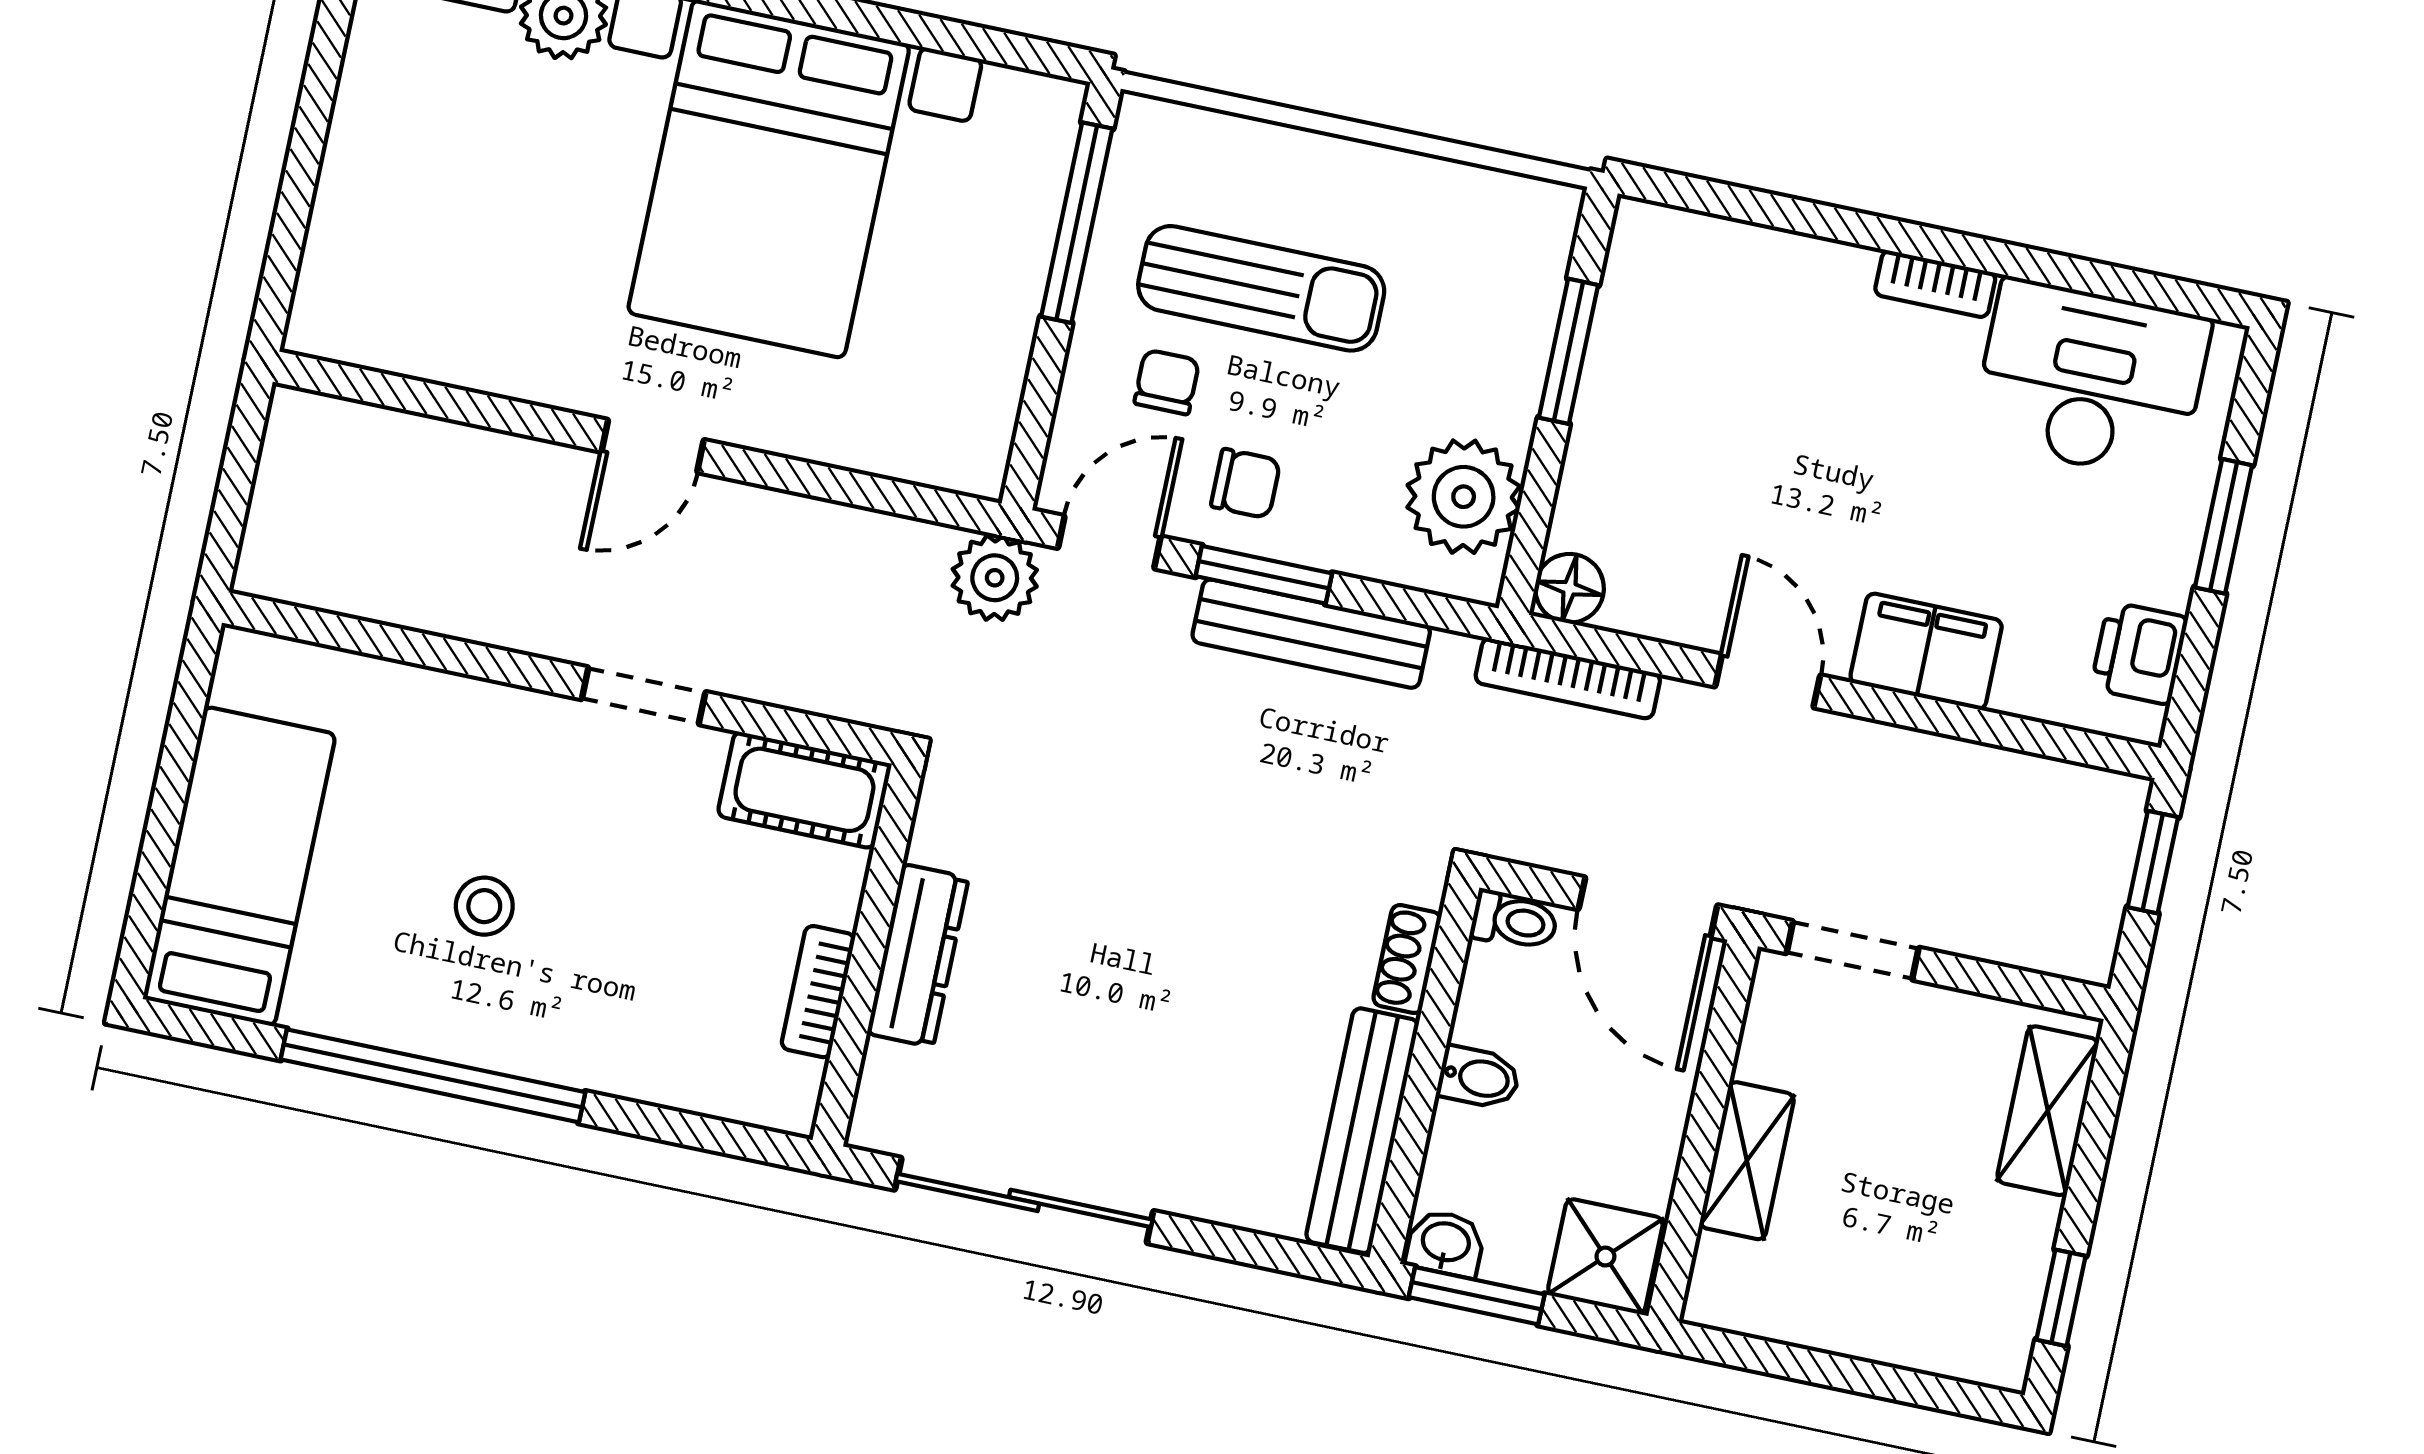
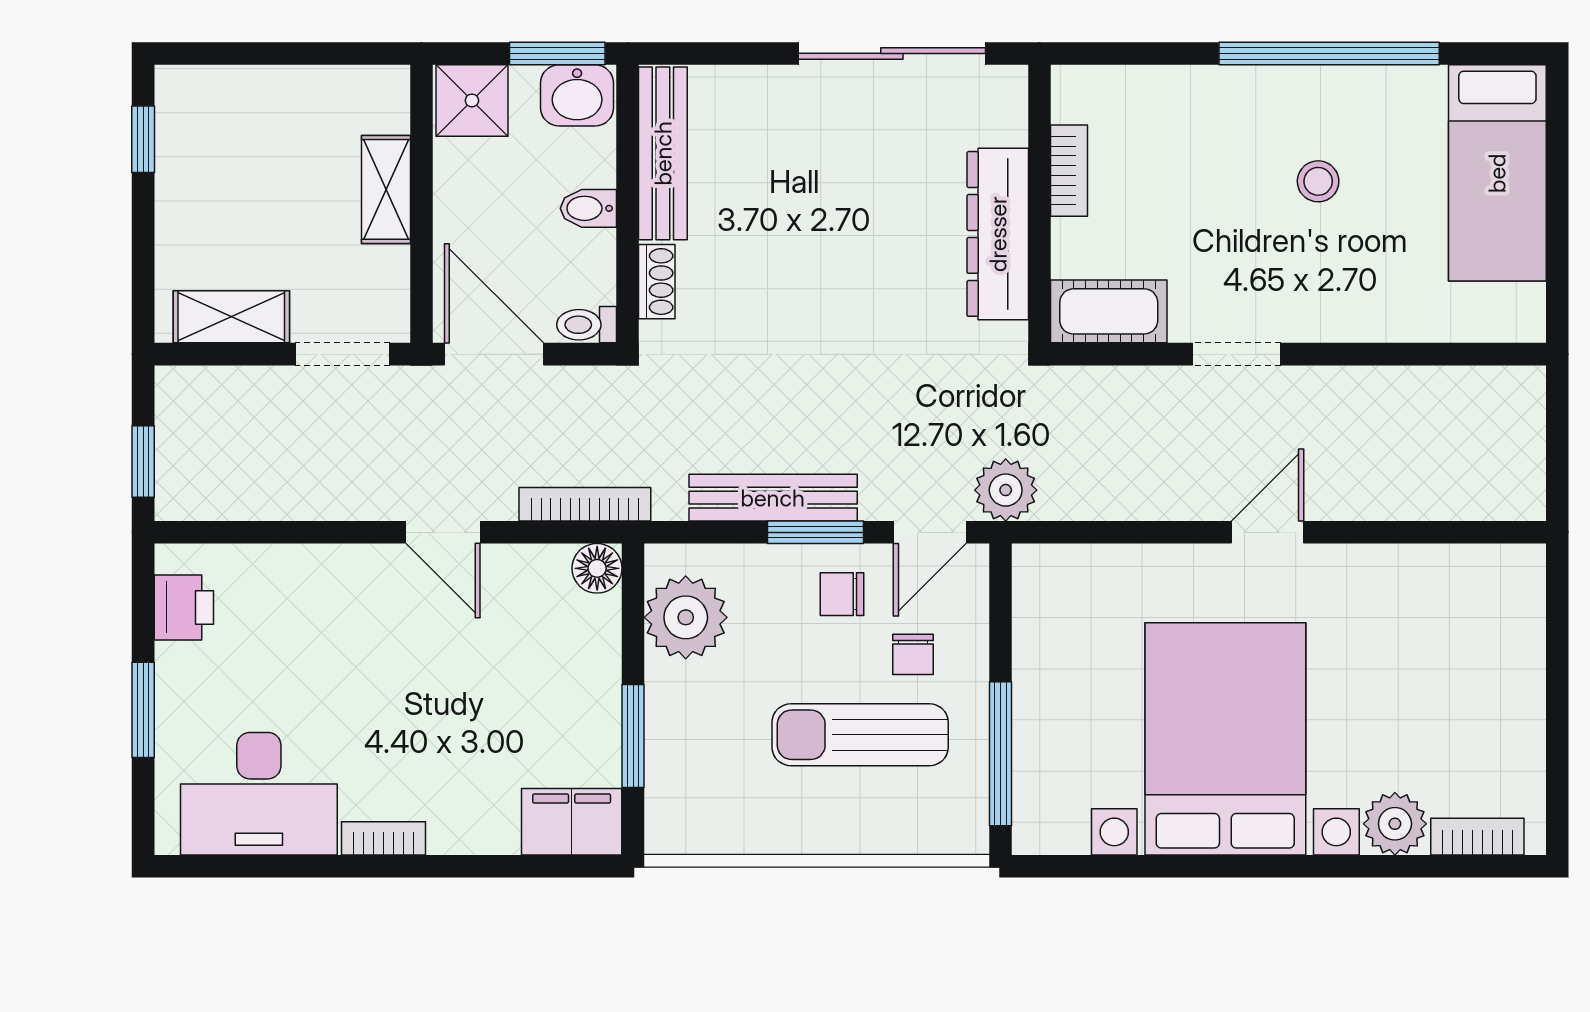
filing cabinet: (1926, 651) -> (572, 822), moved, turned 180
dresser: (918, 956) -> (998, 234), width x1.37, depth x1.24
shelving: (2048, 1111) -> (231, 317), moved, turned 90
washbasin: (1445, 1243) -> (577, 95), width x1.38, depth x1.45

